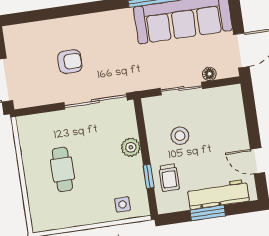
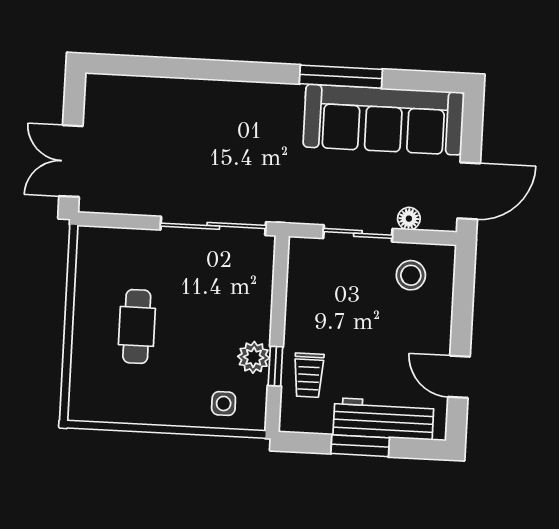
armchair: (70, 62) -> (185, 152), removed
stool: (180, 136) -> (411, 275), moved
plant: (131, 147) -> (254, 357), moved

